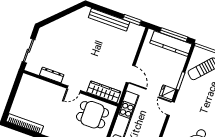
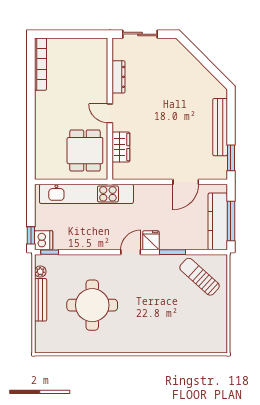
door: (131, 74) -> (186, 182), moved
wardrobe: (104, 92) -> (121, 147), width x0.67

